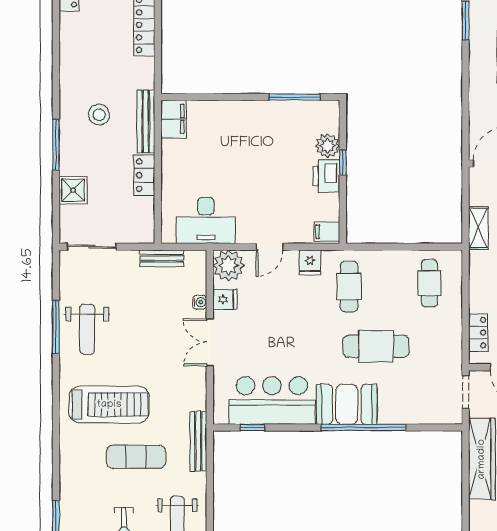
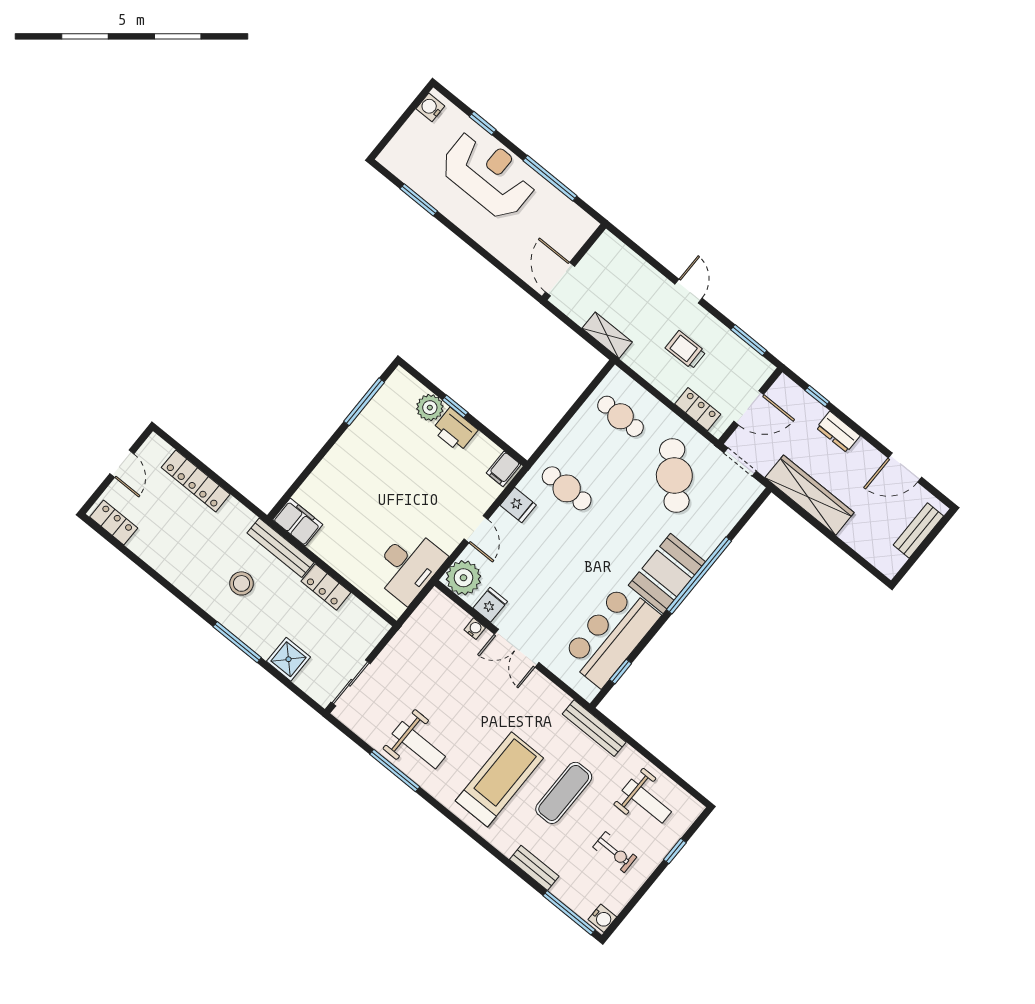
bench: (162, 258) -> (534, 868), moved, turned 90
cafe table: (376, 346) -> (674, 475), moved, turned -44

